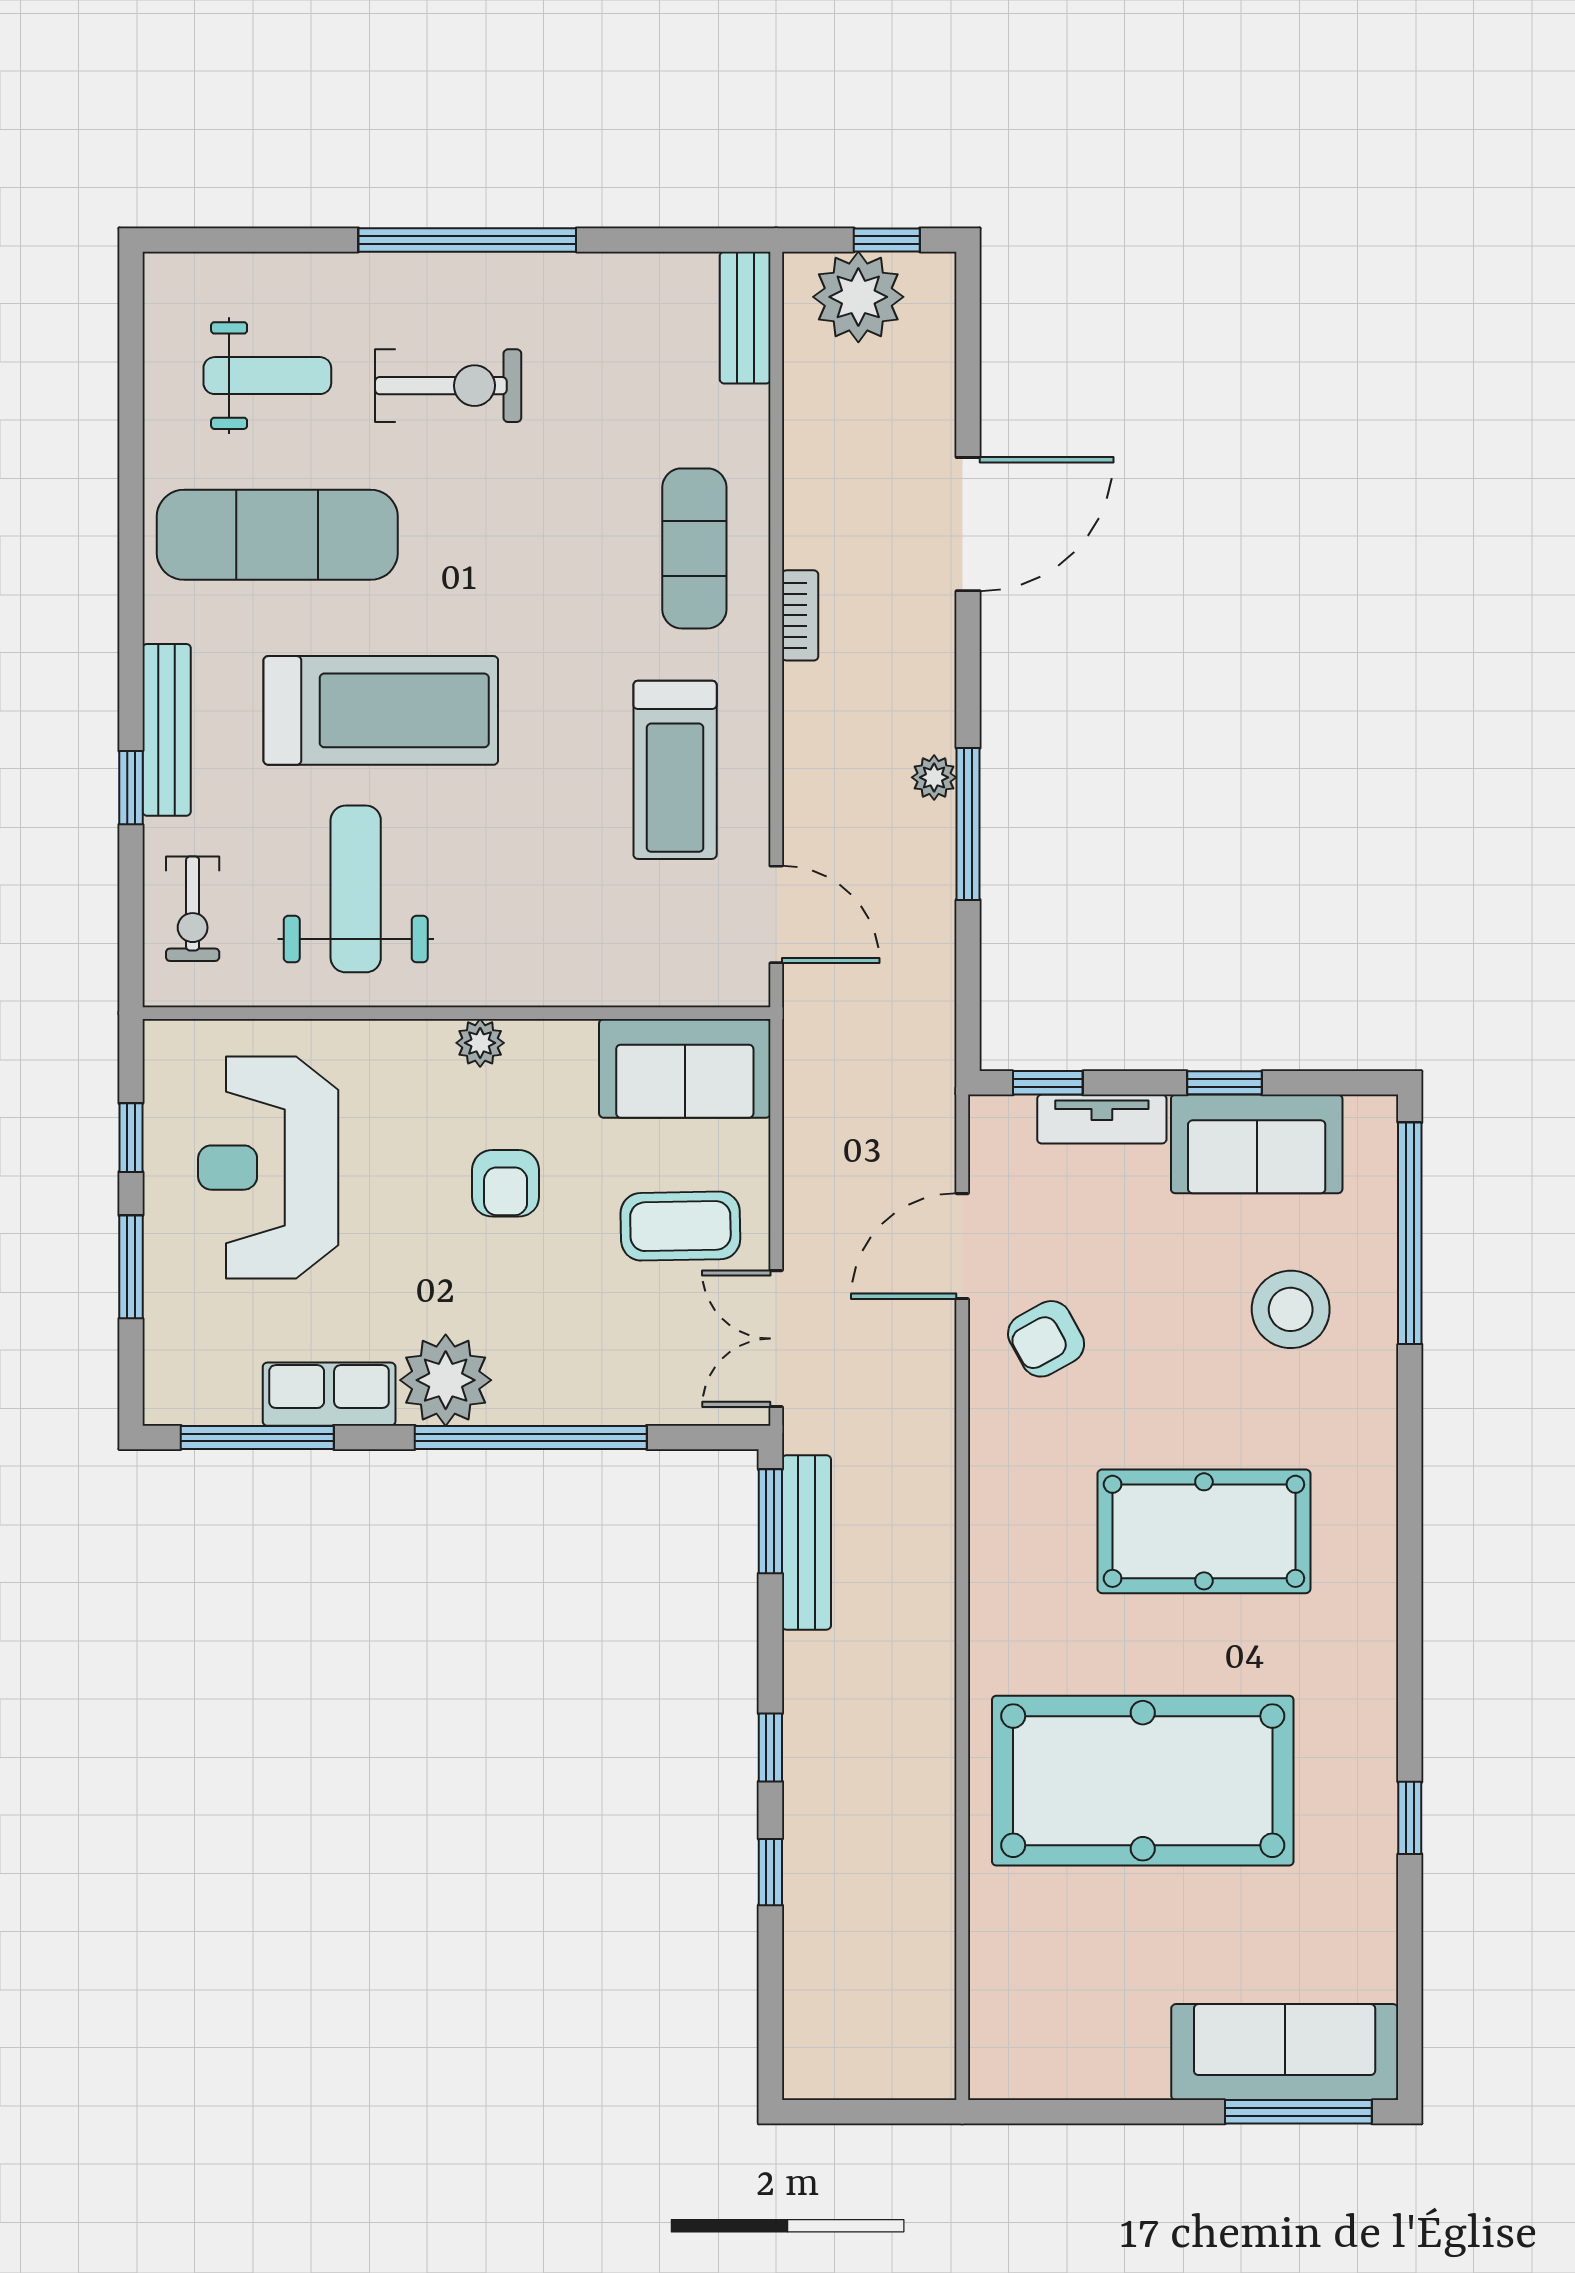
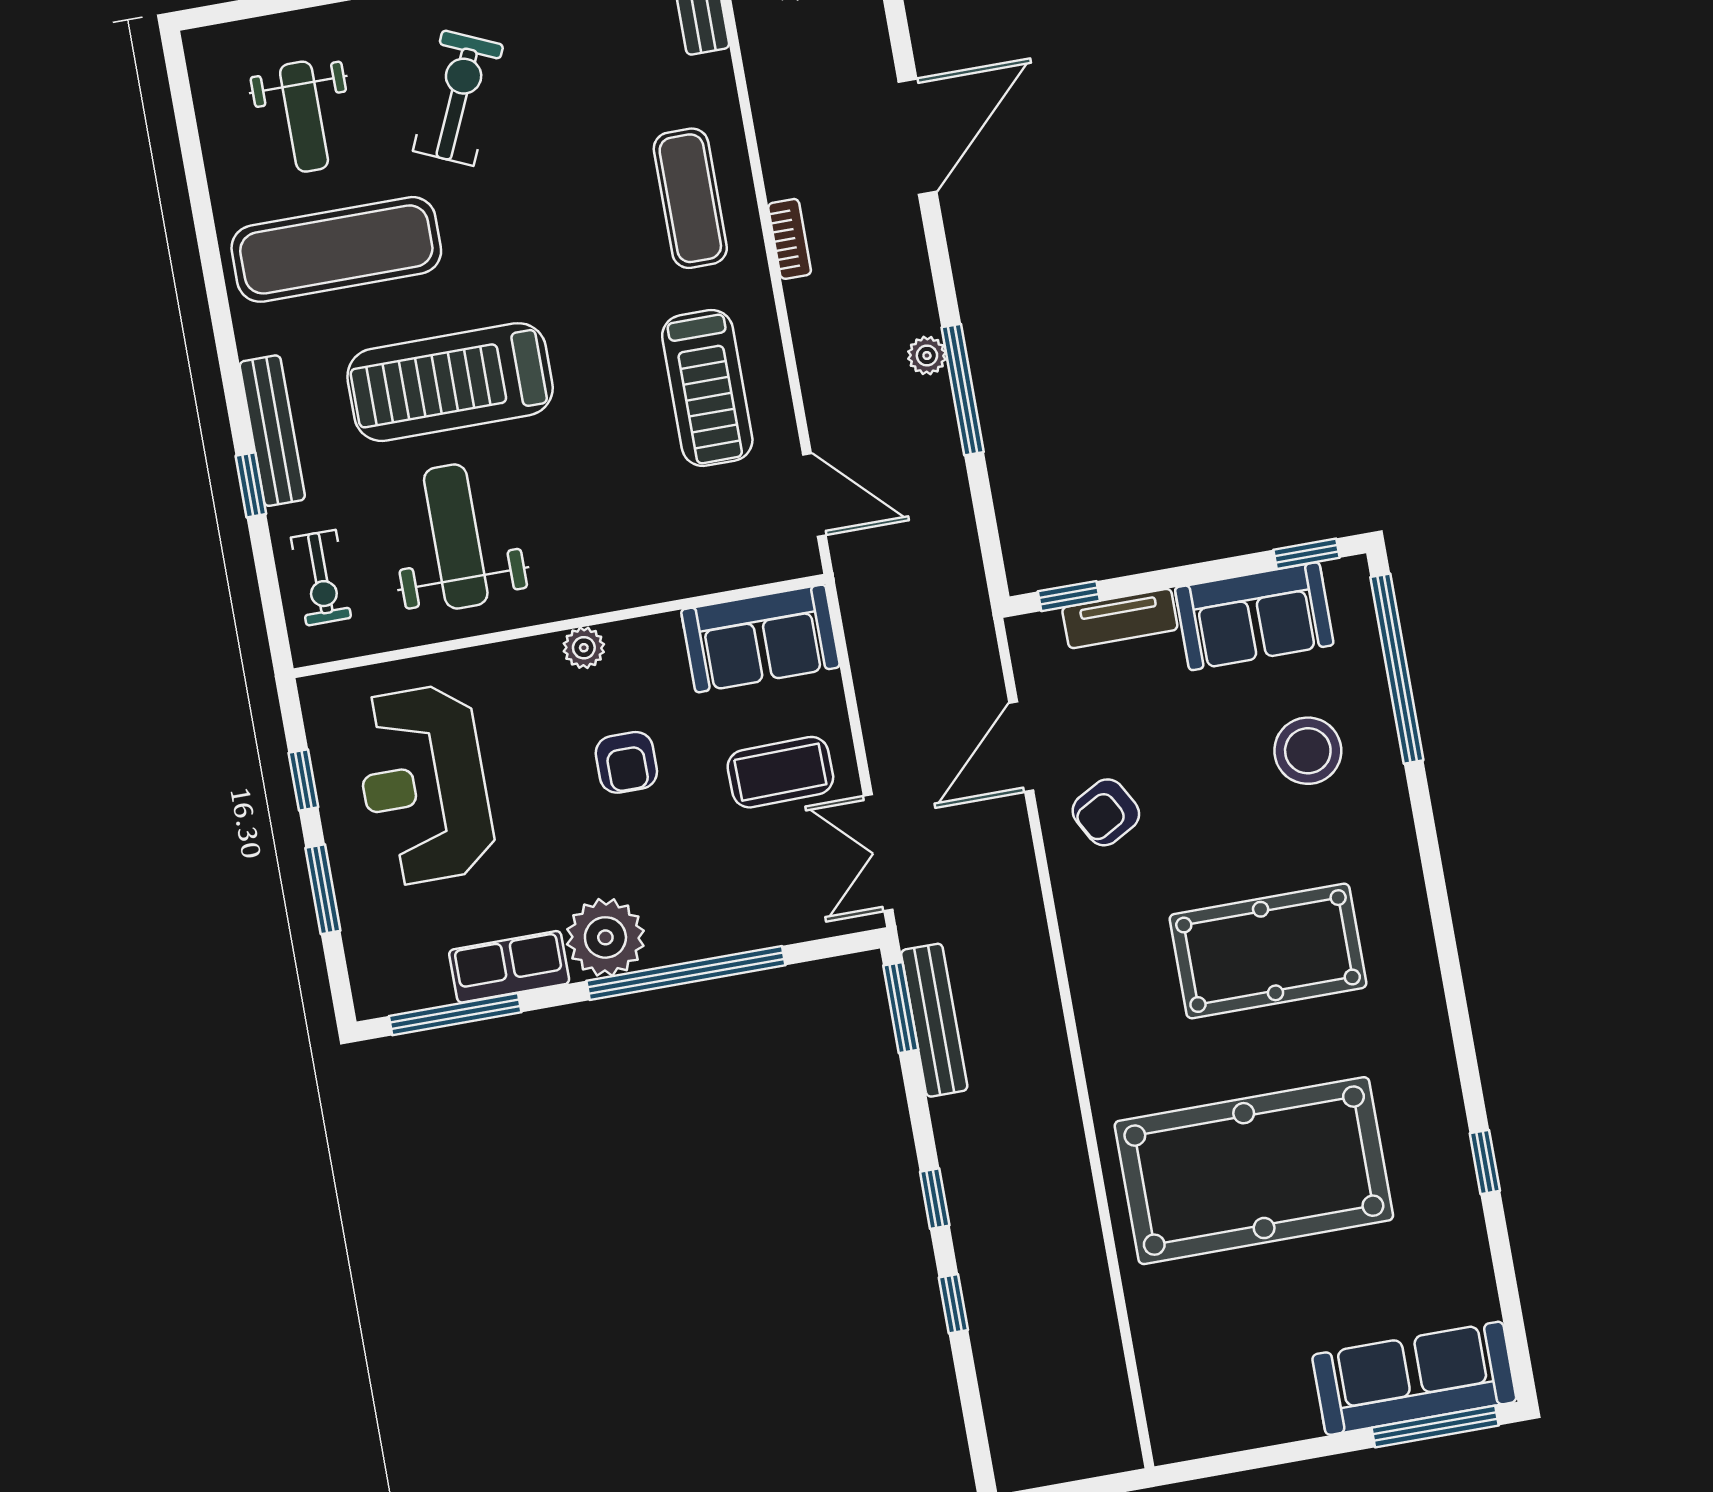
weight bench: (267, 376) -> (304, 117), turned 90
exercise bike: (448, 386) -> (458, 98), turned -66
treadmill: (381, 710) -> (450, 382), turned 180
window: (1224, 1083) -> (1306, 554), moved

